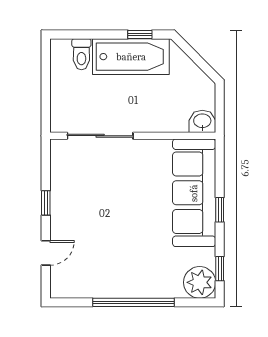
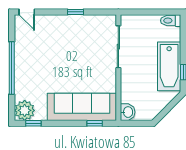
toilet: (81, 54) -> (171, 21), moved
window: (220, 210) -> (95, 123), moved
door: (46, 253) -> (27, 12), moved

